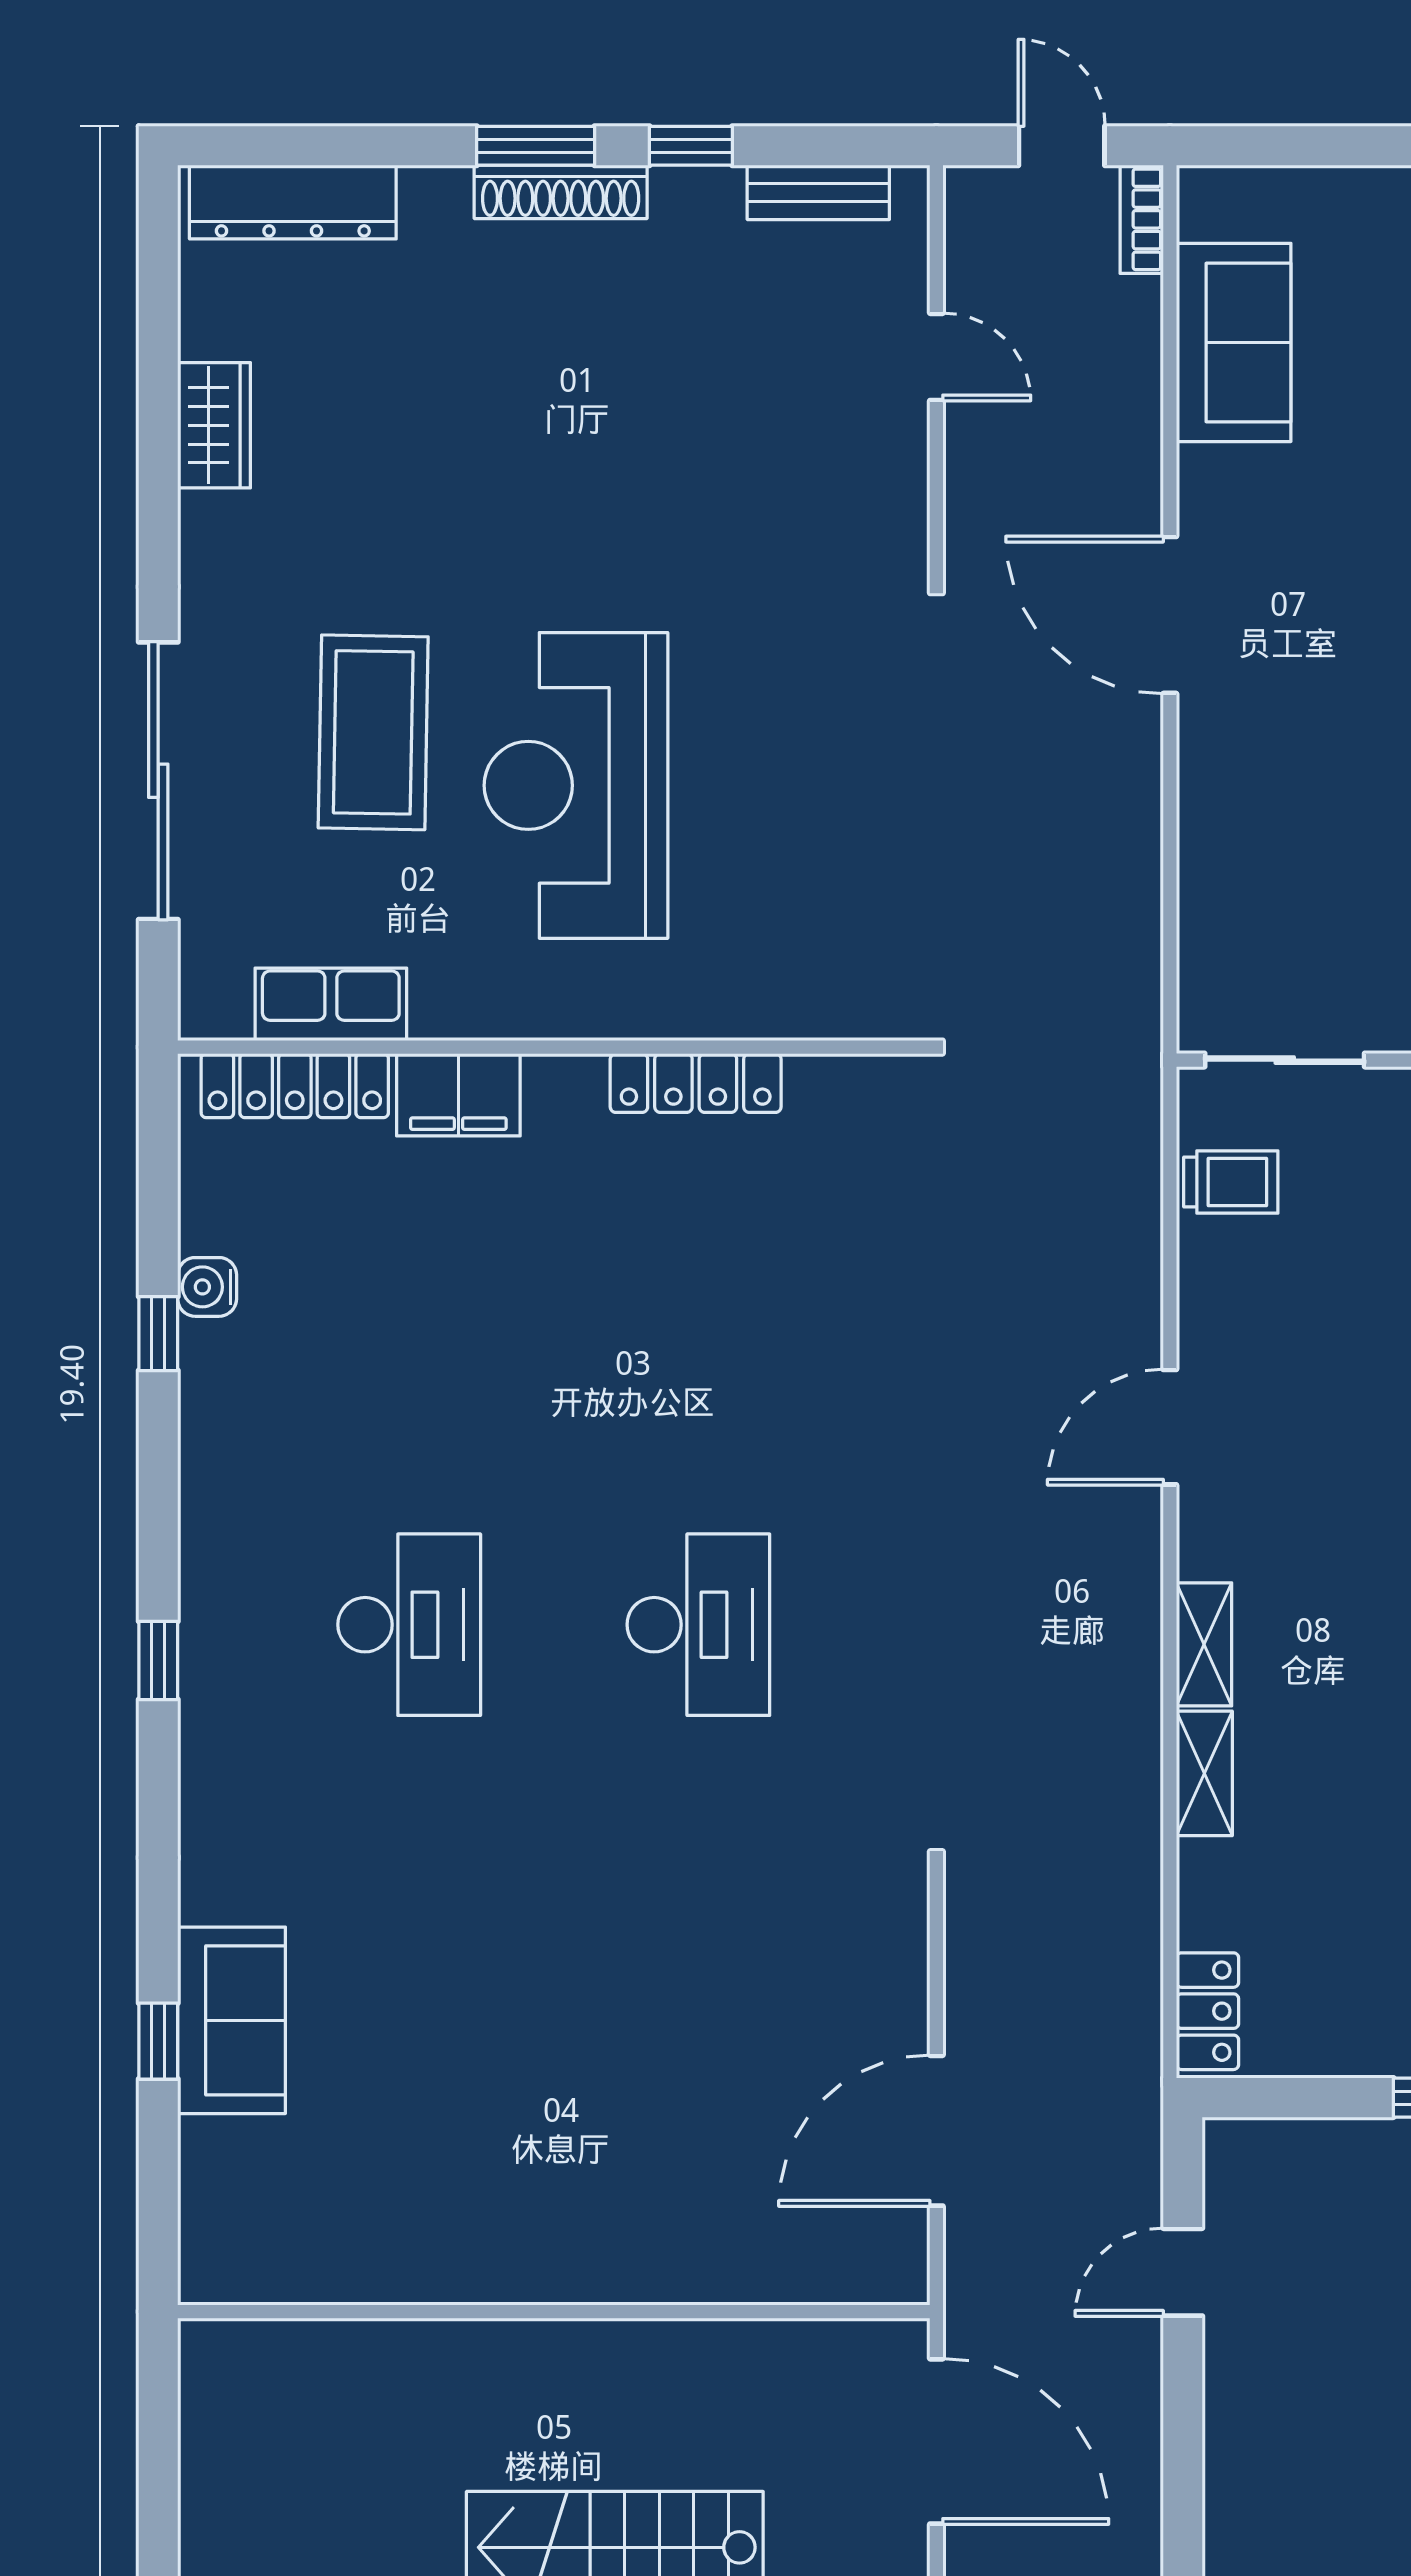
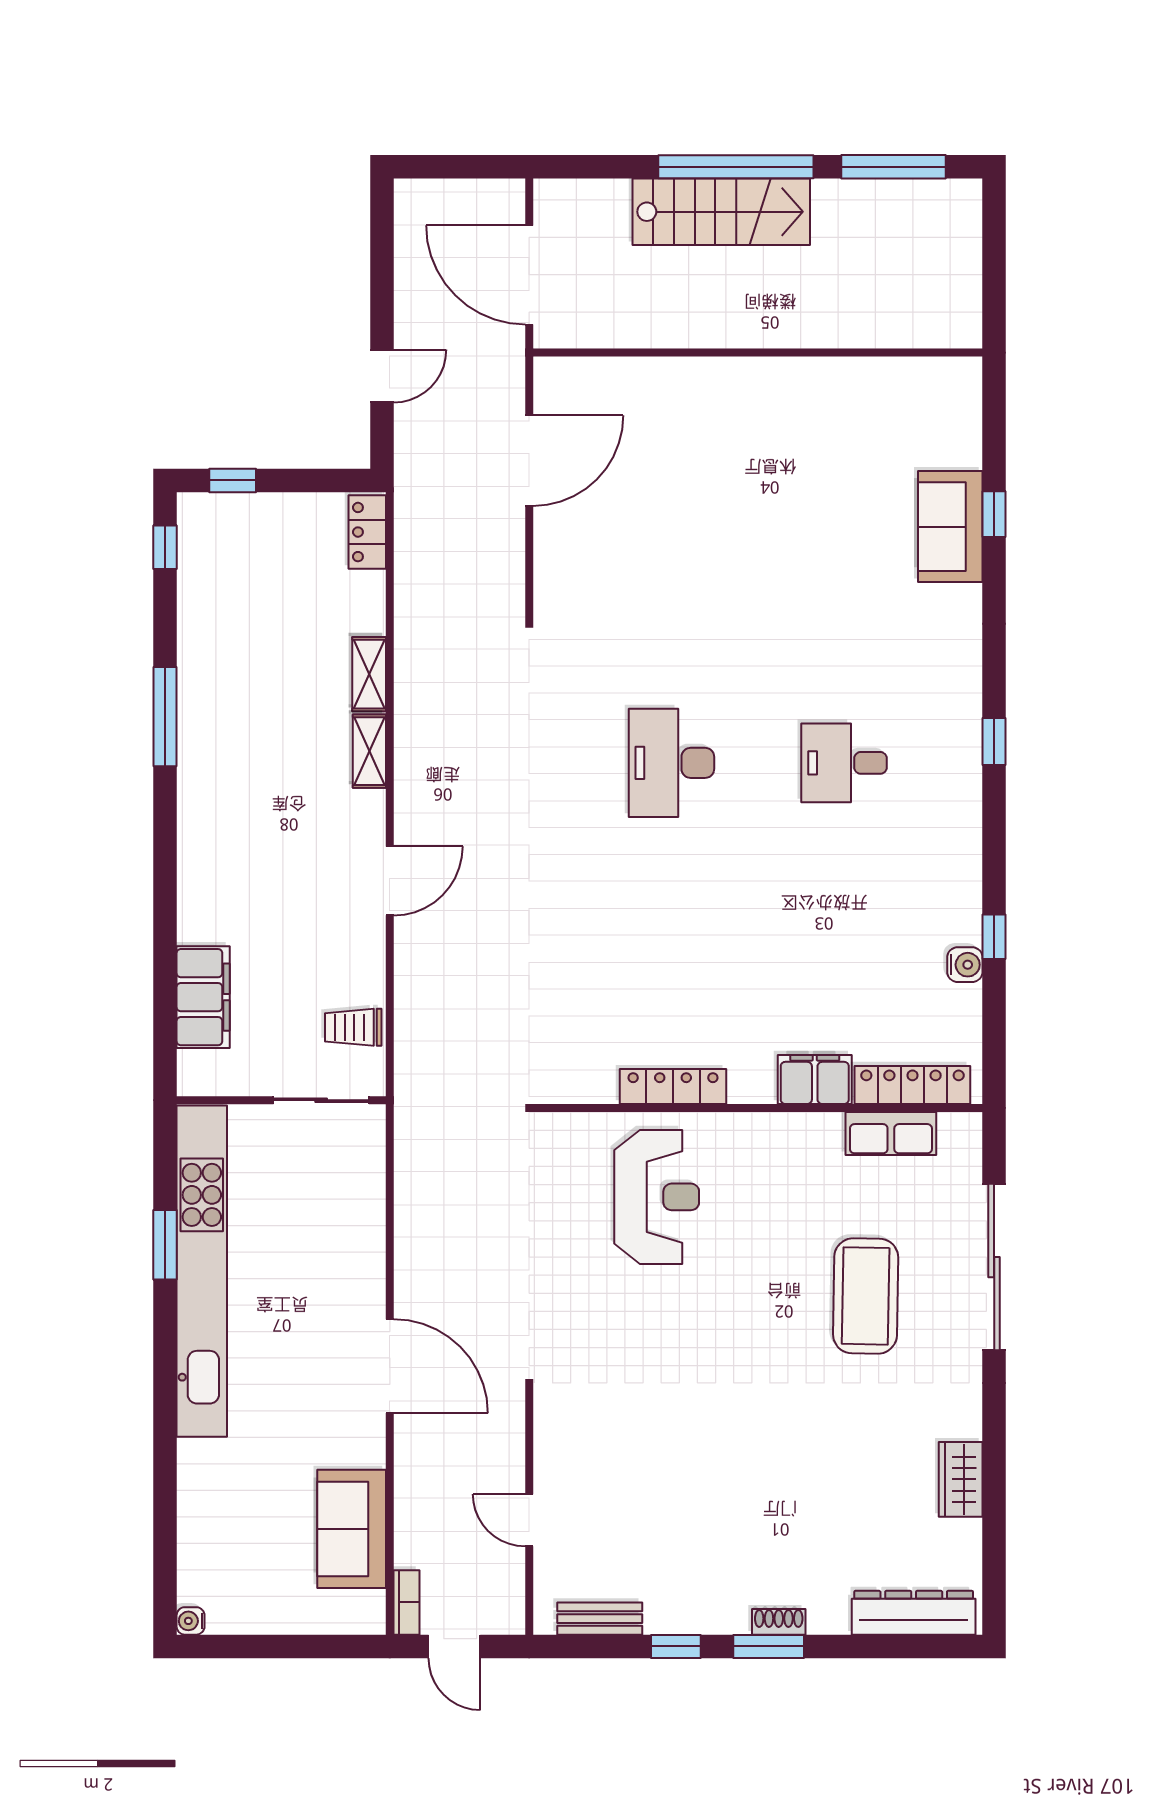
shoe rack: (561, 192) -> (779, 1622), width x0.51, depth x0.81
reception desk: (576, 785) -> (657, 1197), moved, width x0.74, depth x0.77
desk: (409, 1625) -> (844, 763), width x0.73

